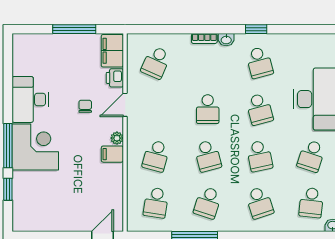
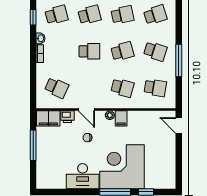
corner desk: (35, 147) -> (122, 167), width x1.36, depth x1.36

